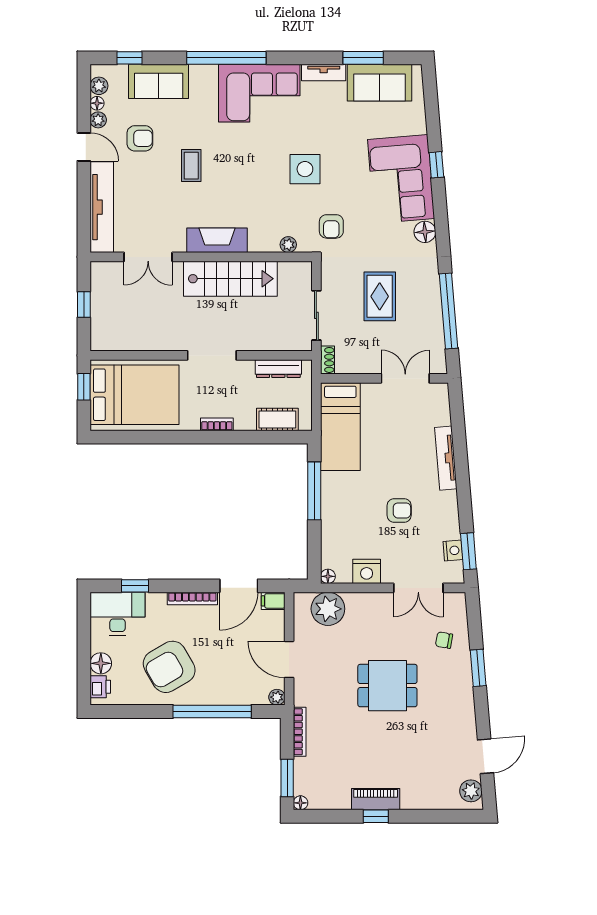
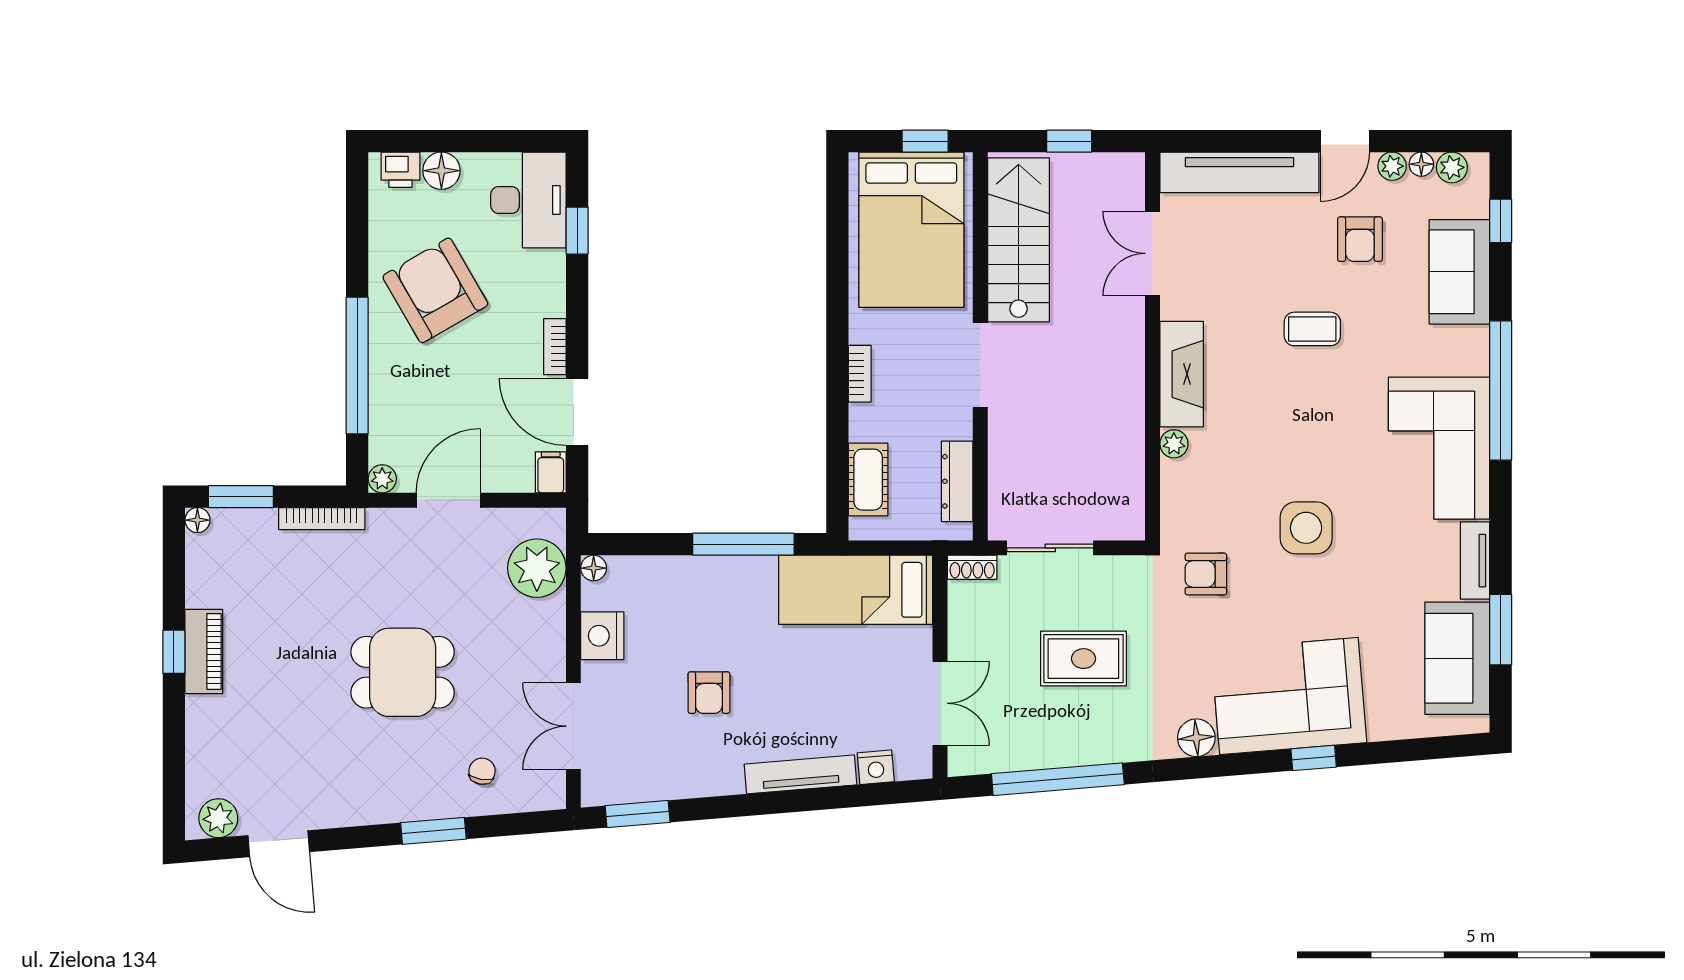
plant: (288, 245) -> (1174, 444), moved
stairs: (230, 279) -> (1019, 240), moved, turned 180
nightstand: (453, 550) -> (876, 767), moved
bookcase: (192, 598) -> (555, 347), width x0.64
dining table: (387, 686) -> (403, 672), turned 90

